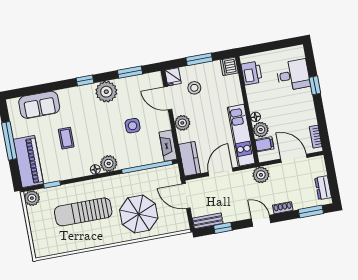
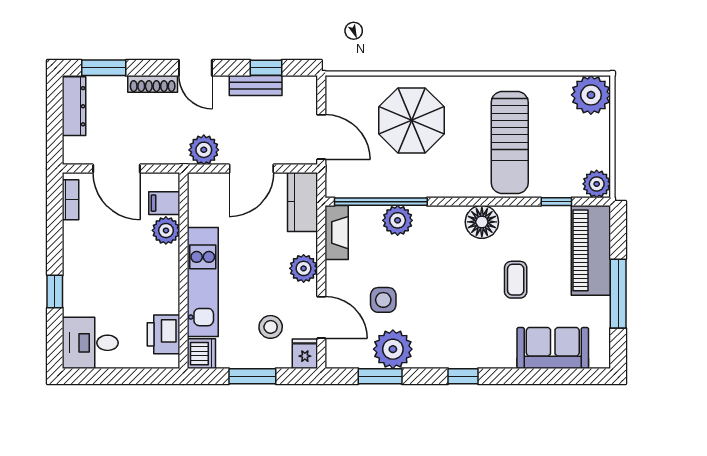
desk: (293, 75) -> (90, 343), moved
plant: (106, 92) -> (393, 349), moved
floor lamp: (256, 117) -> (171, 255), removed
side table: (133, 126) -> (383, 300), moved
kitchen unit: (241, 135) -> (203, 282), moved
plant: (109, 163) -> (398, 220), moved
floor lamp: (95, 169) -> (482, 222), width x1.89, depth x1.89
plant: (261, 175) -> (204, 150), moved
dresser: (323, 188) -> (74, 106), width x1.44
shoe rack: (283, 208) -> (153, 84), width x1.43
sun lounger: (83, 212) -> (510, 142), turned 90
bench: (208, 221) -> (256, 85), moved
plant: (44, 246) -> (591, 95), added

